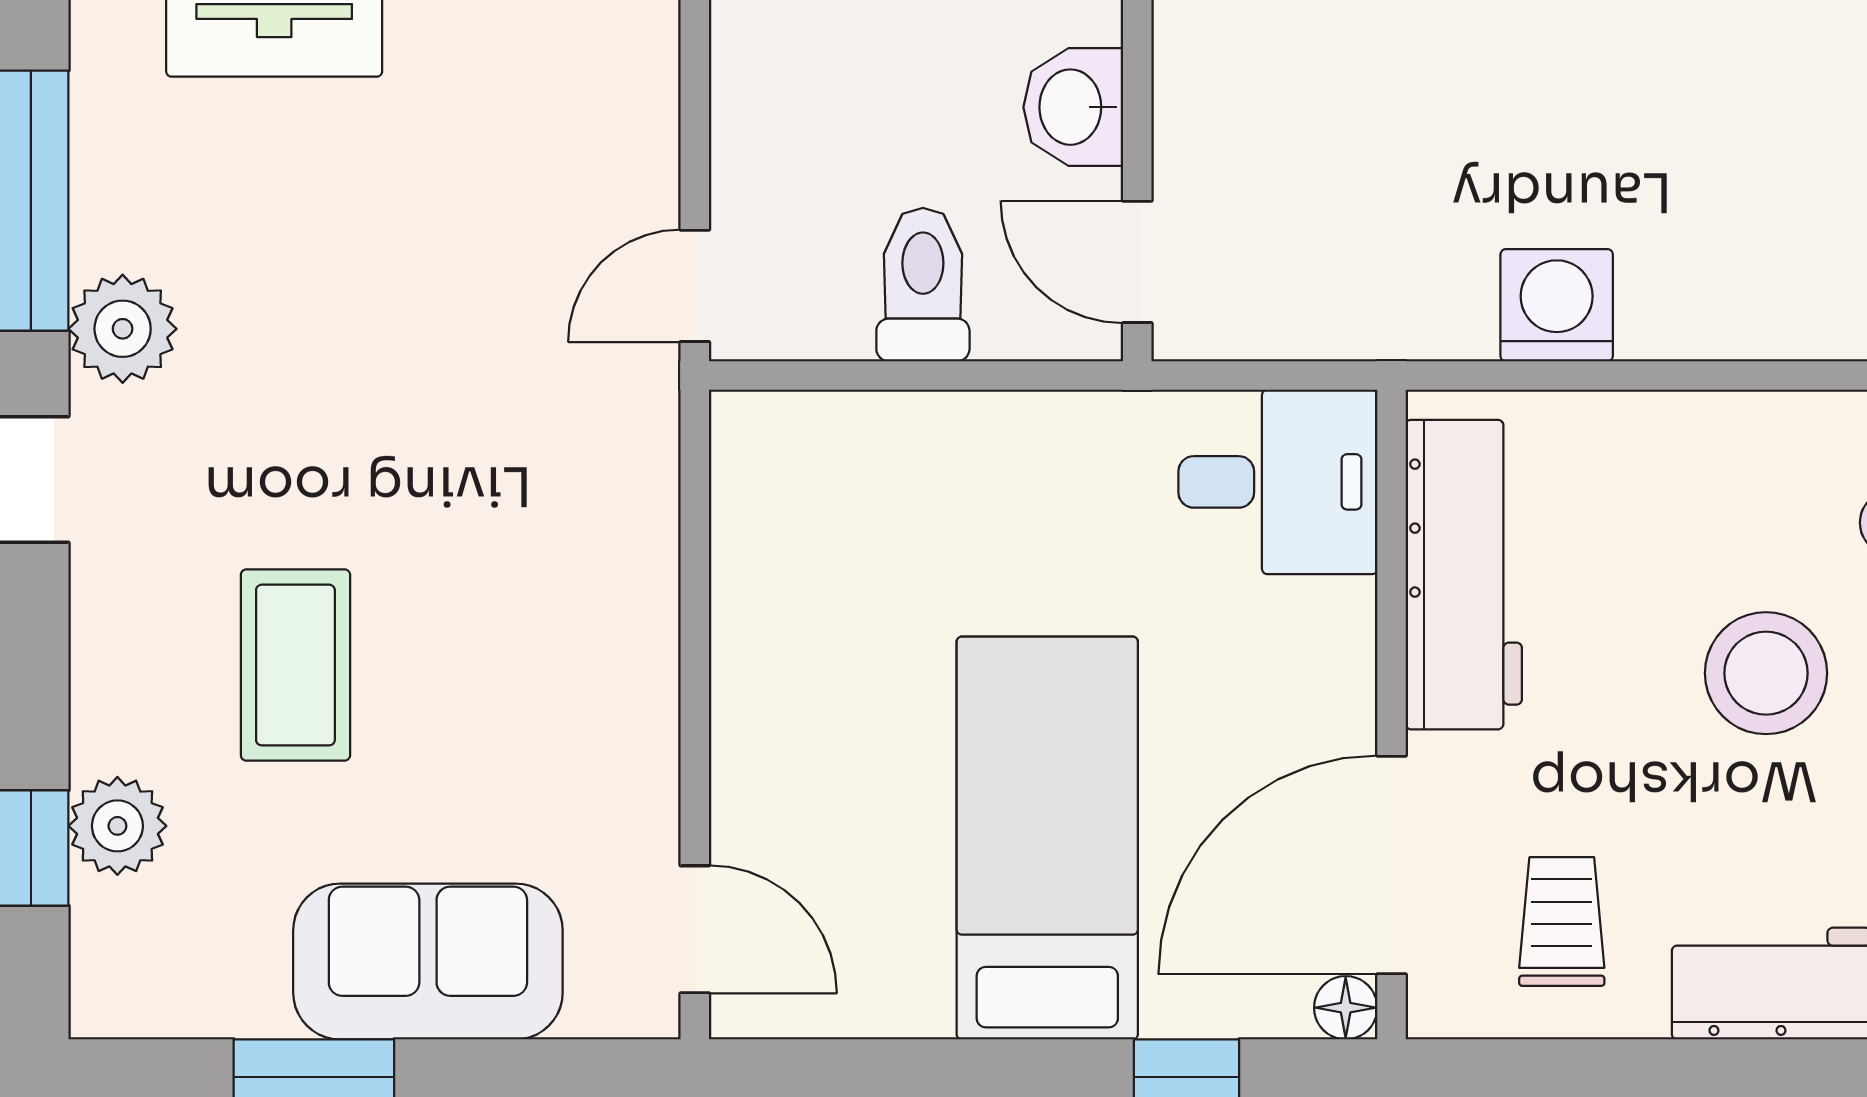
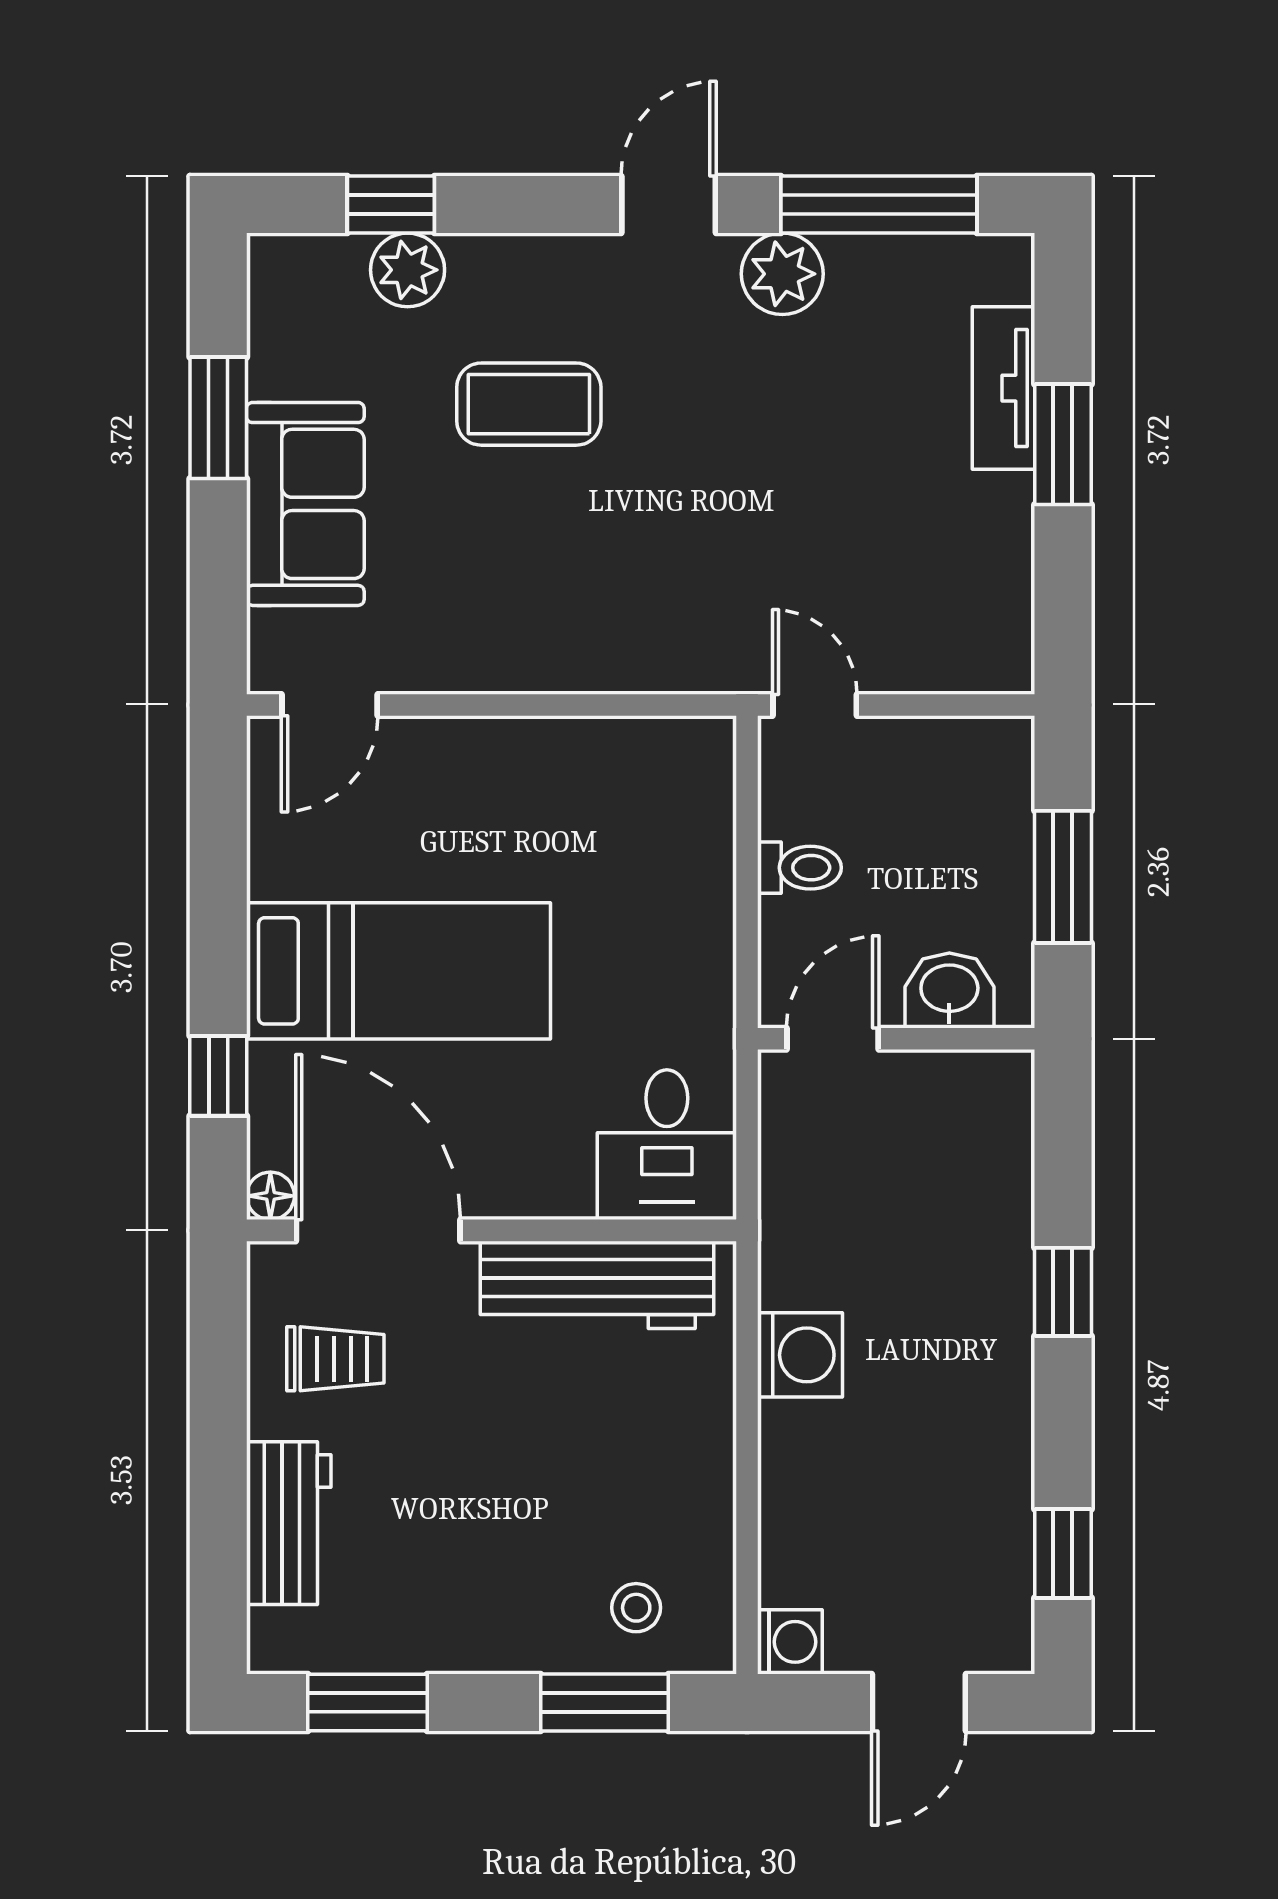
toilet: (923, 285) -> (799, 868), width x0.73, depth x0.72
stool: (1766, 673) -> (523, 1513), removed

